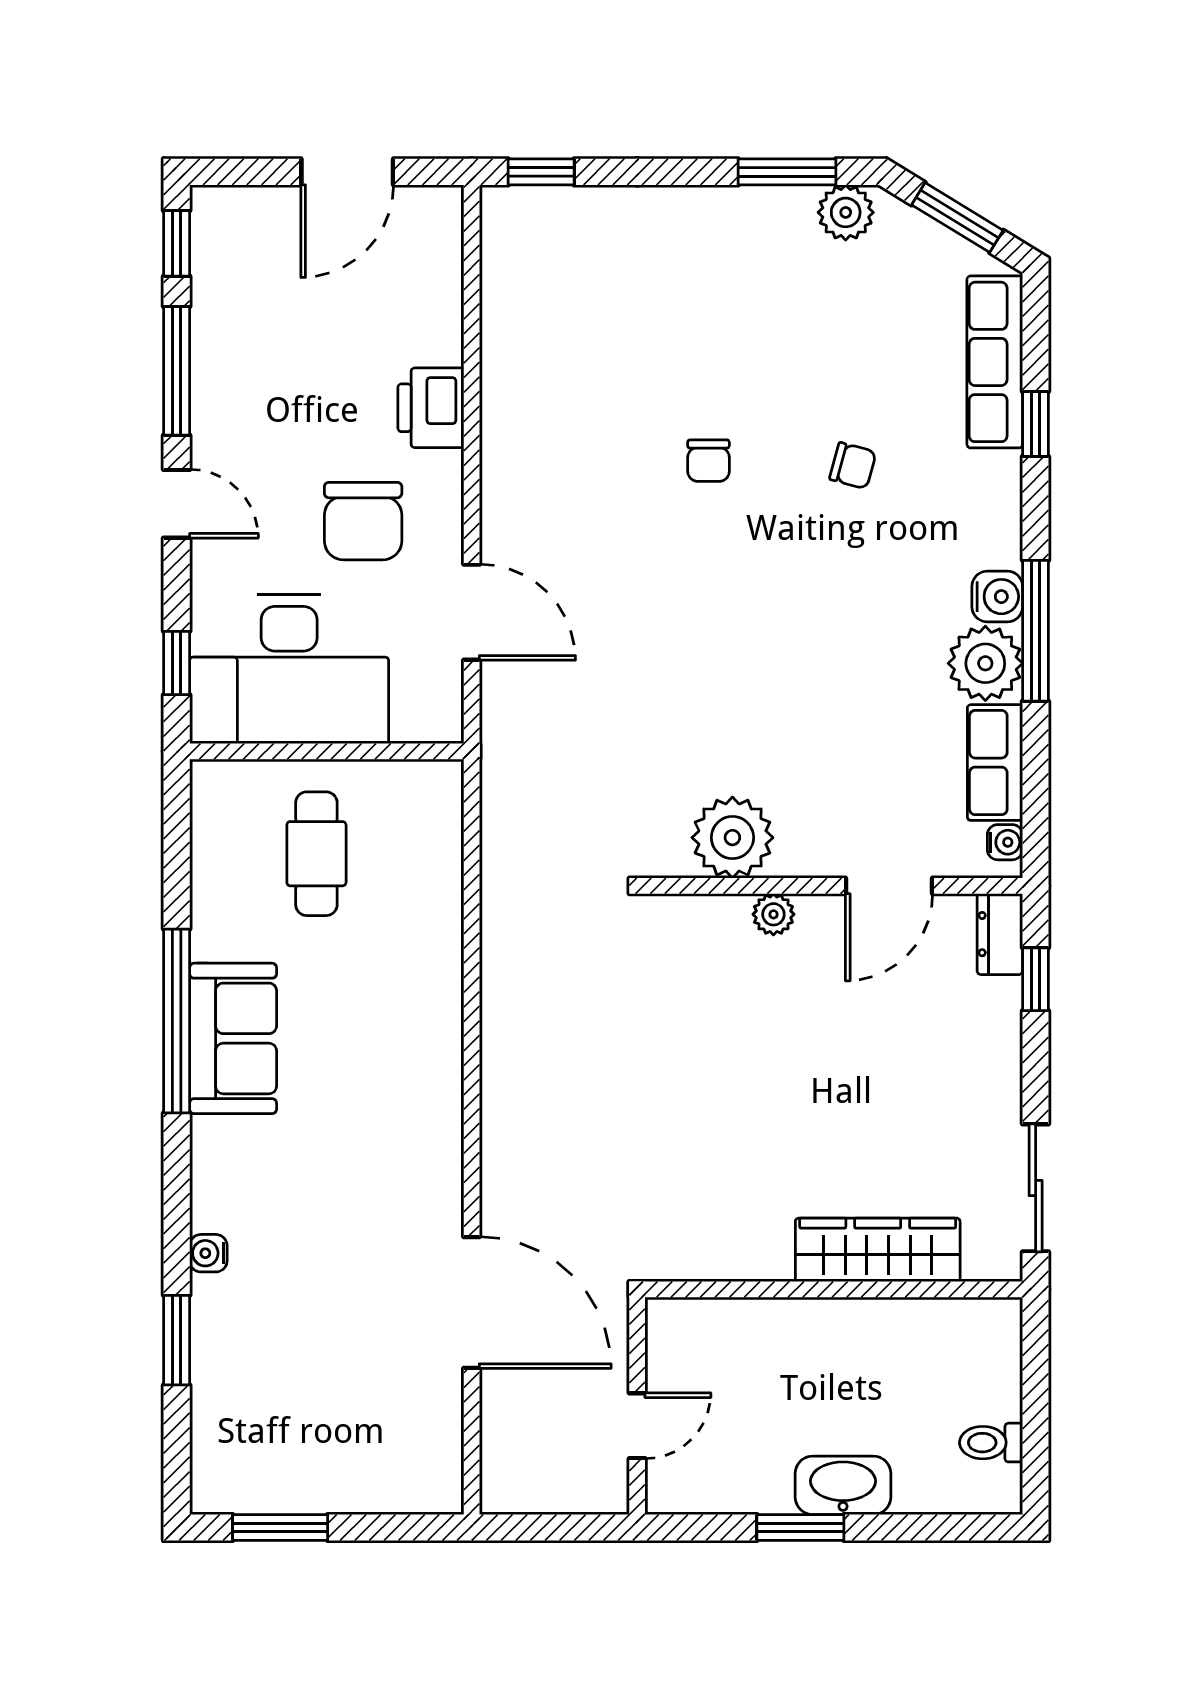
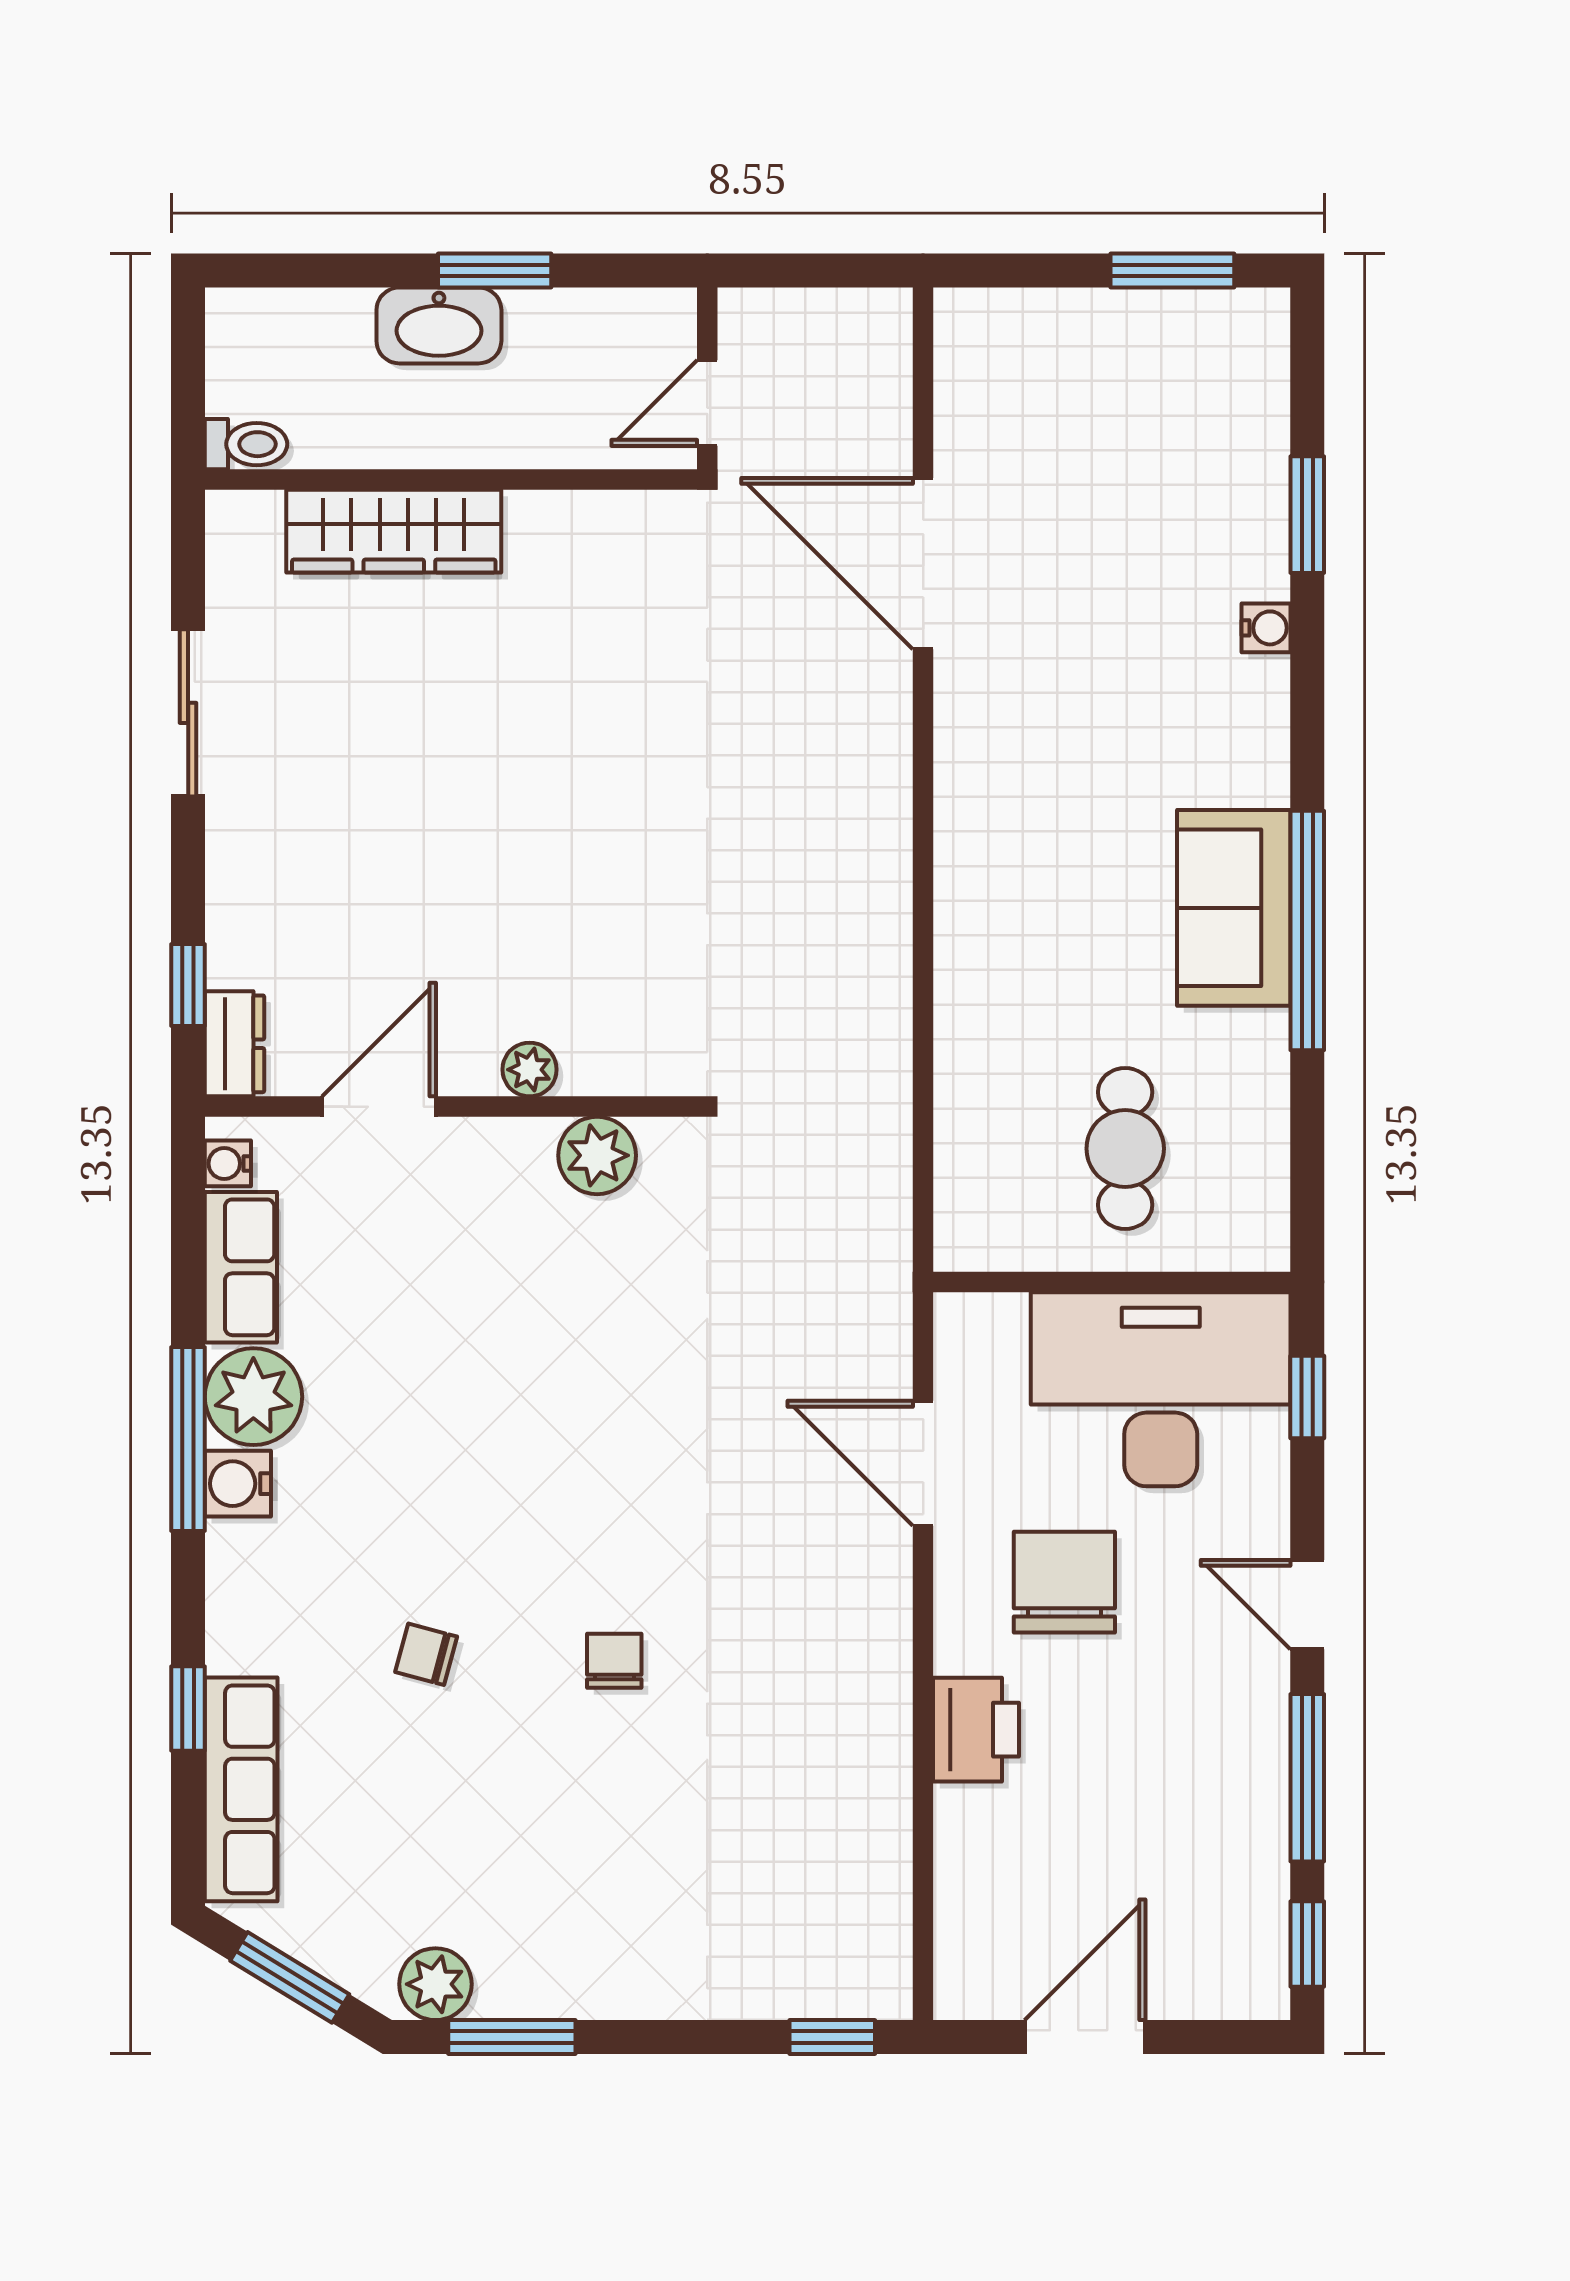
plant: (732, 838) -> (597, 1155), width x0.73, depth x0.73
wardrobe: (878, 1250) -> (394, 531), moved
wall: (834, 1289) -> (451, 479), moved
toilet: (991, 1443) -> (246, 444), moved

